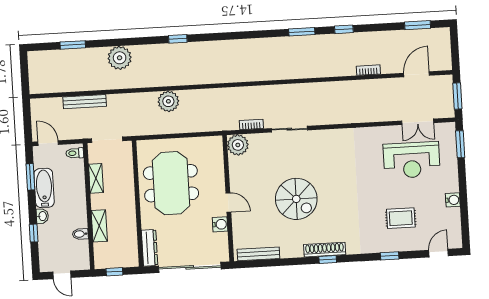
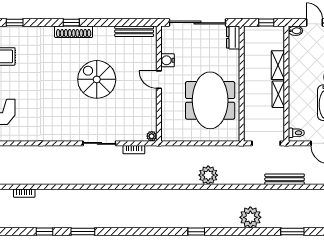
plant: (238, 145) -> (152, 136), width x0.53, depth x0.53
shelving: (96, 178) -> (278, 94), moved
bidet: (80, 234) -> (295, 31), moved
dresser: (150, 248) -> (233, 38), width x0.70

